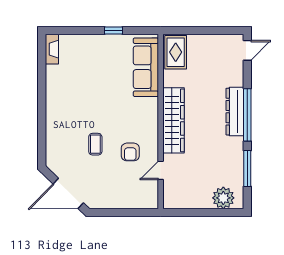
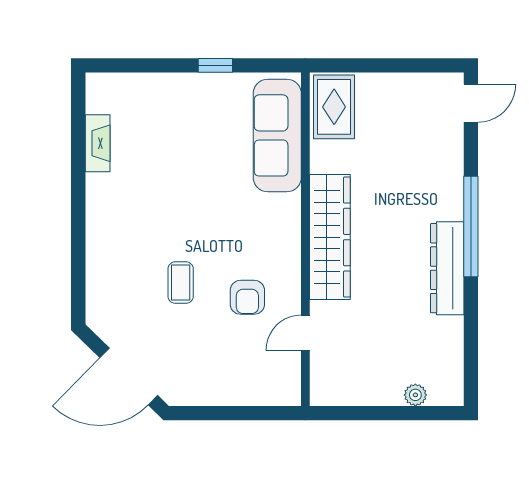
fireplace: (52, 49) -> (98, 143), moved
dresser: (235, 112) -> (447, 268), moved
window: (247, 168) -> (471, 329), removed
plant: (223, 198) -> (415, 395), width x0.53, depth x0.53

